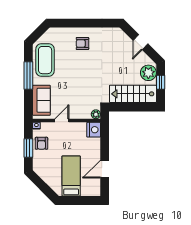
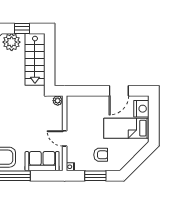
nightstand: (94, 130) -> (141, 109), moved, turned 90
armchair: (41, 143) -> (101, 155), moved
door: (105, 169) -> (119, 91), hinge flipped

